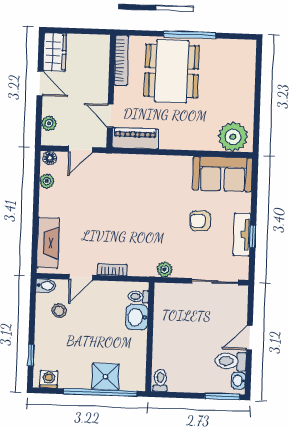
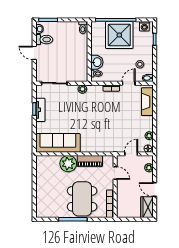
plant: (233, 137) -> (68, 164), moved
piano: (135, 138) -> (90, 161), moved
sofa: (223, 174) -> (58, 143), width x1.36
armchair: (200, 221) -> (64, 117), removed
door: (249, 338) -> (34, 53), swing flipped
shower: (106, 377) -> (119, 35), width x1.86, depth x1.86

